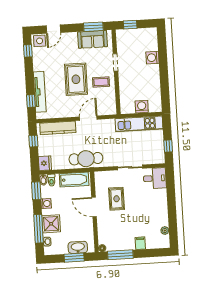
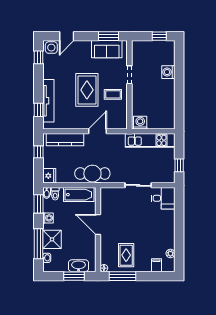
window: (130, 25) -> (159, 36), moved
washing machine: (142, 107) -> (140, 123), moved
rug: (117, 199) -> (126, 255), moved
filing cabinet: (140, 243) -> (156, 265), moved

